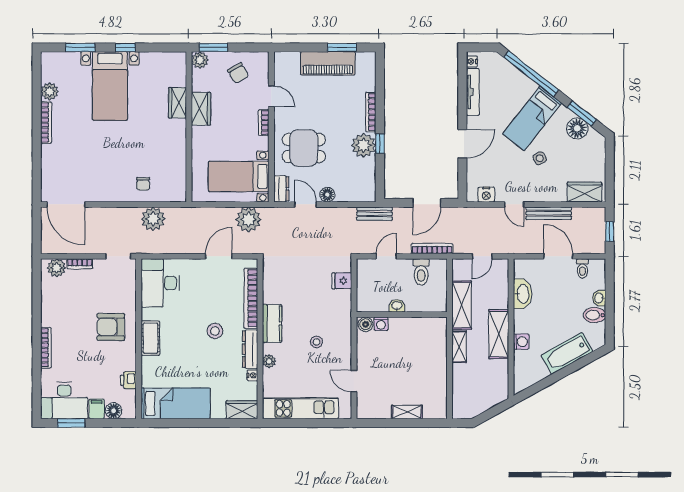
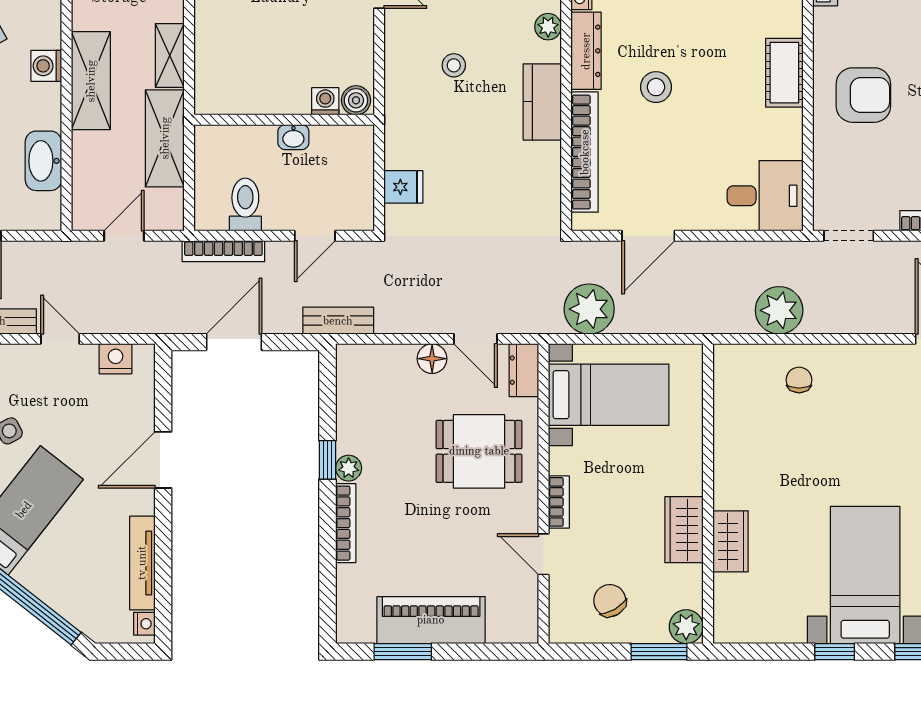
plant: (364, 145) -> (349, 468), width x0.53, depth x0.53
desk: (160, 283) -> (765, 196), width x0.73

